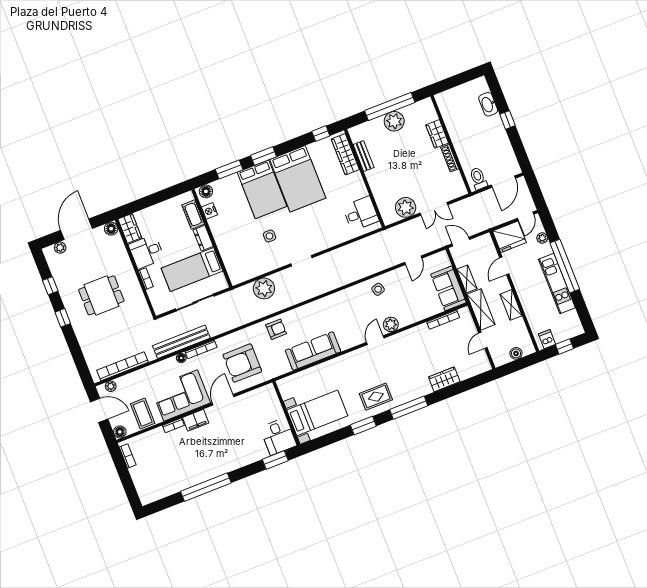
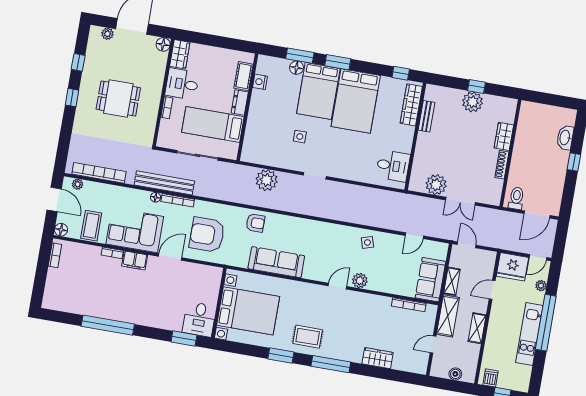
window: (390, 107) -> (477, 86), width x0.32
floor lamp: (206, 191) -> (296, 68), moved
bed with nightstands: (317, 413) -> (248, 311), width x1.36

